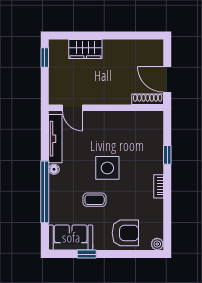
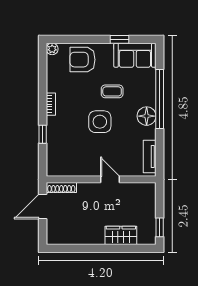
door: (167, 79) -> (43, 206), swing flipped
door: (73, 108) -> (110, 179), moved
tv unit: (55, 139) -> (150, 156), width x0.71
floor lamp: (54, 169) -> (147, 116), width x1.89, depth x1.89

